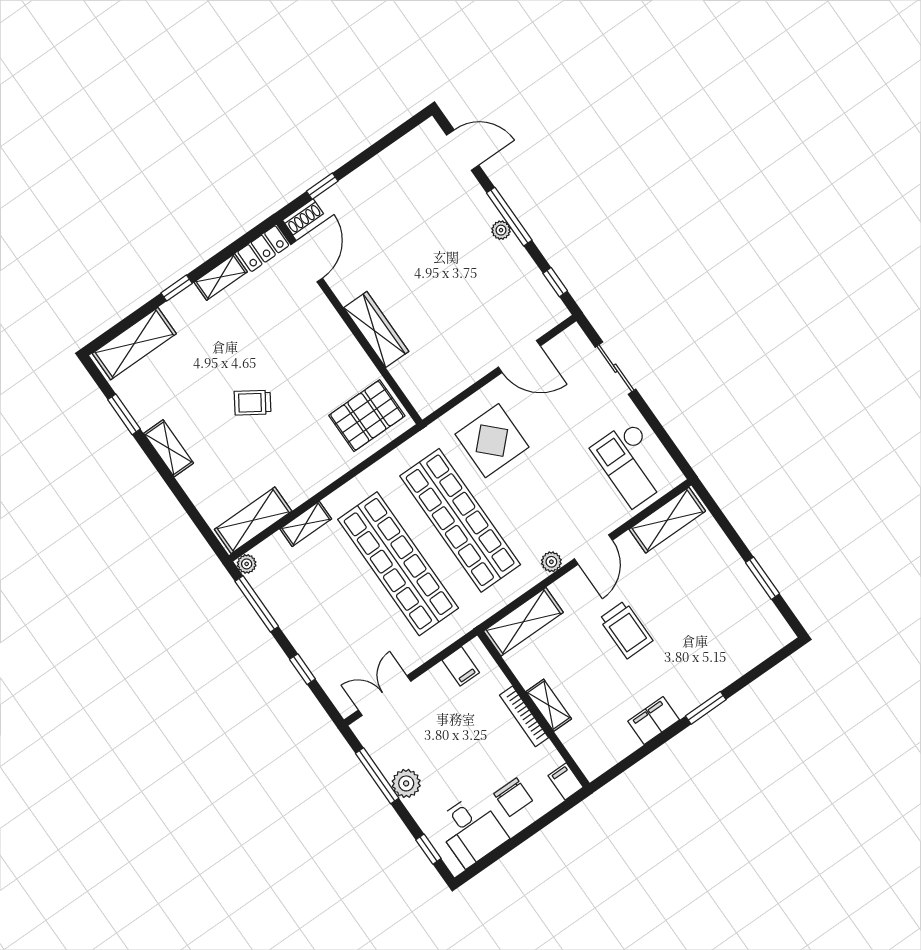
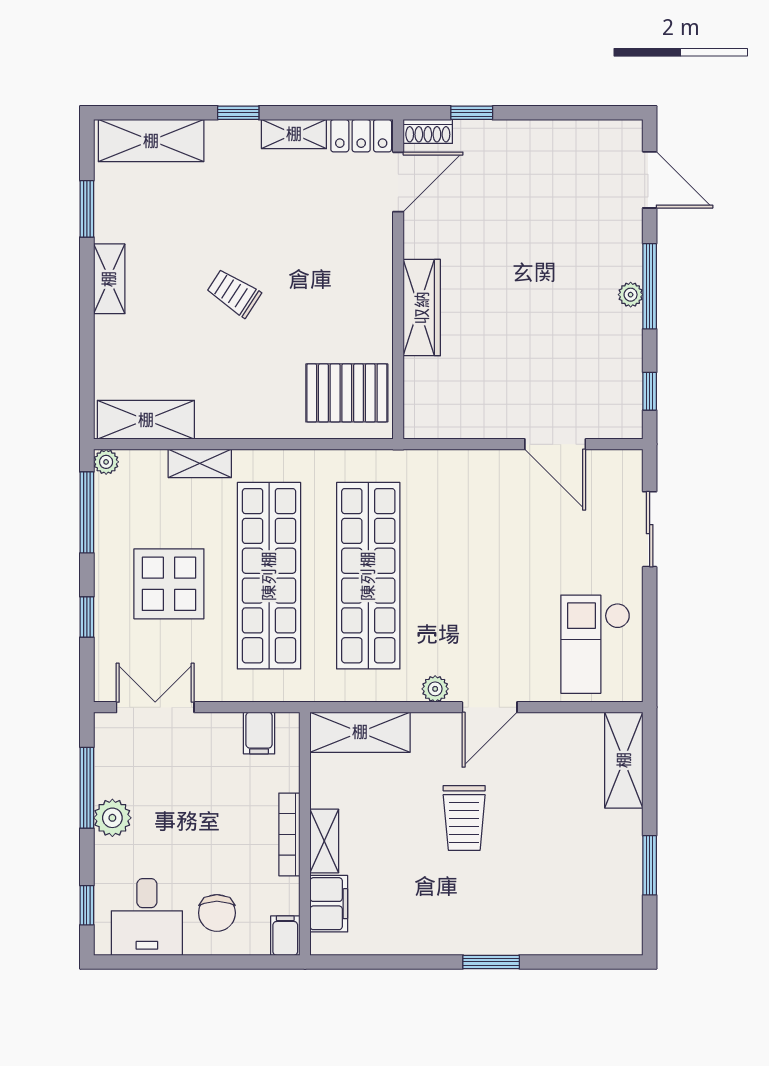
display table: (492, 441) -> (169, 584), moved
shelving: (667, 520) -> (624, 760), moved, turned 90
filing cabinet: (654, 721) -> (329, 904), moved, turned 90

